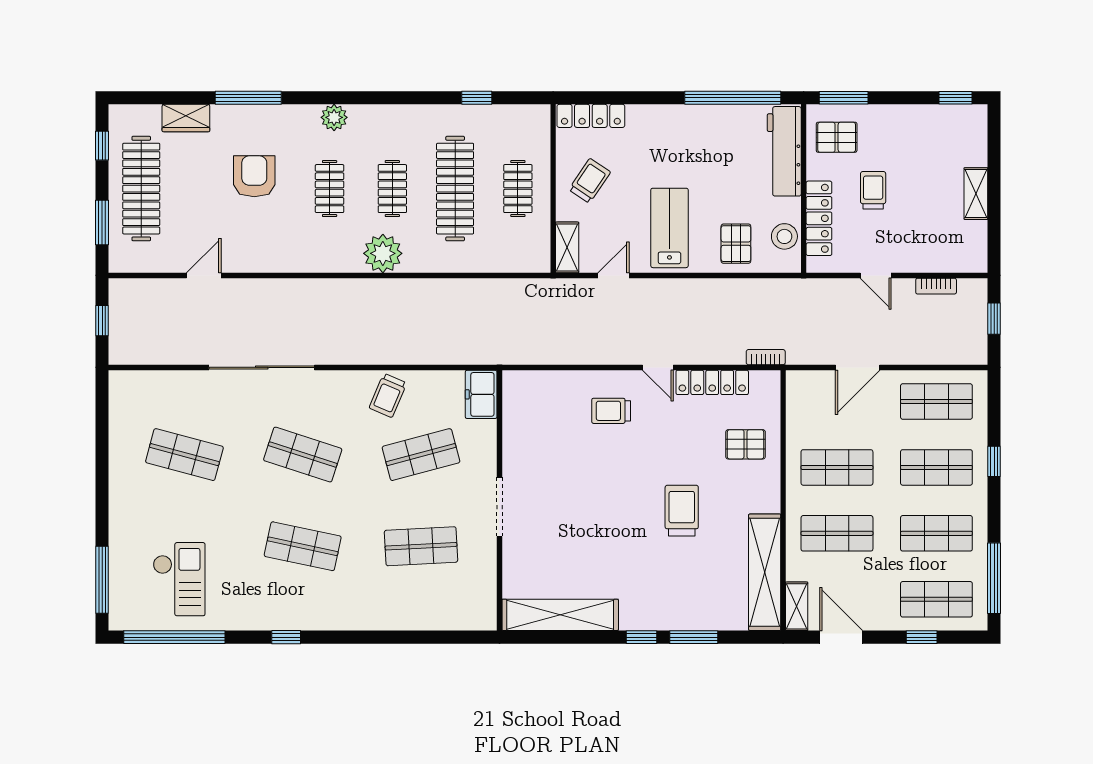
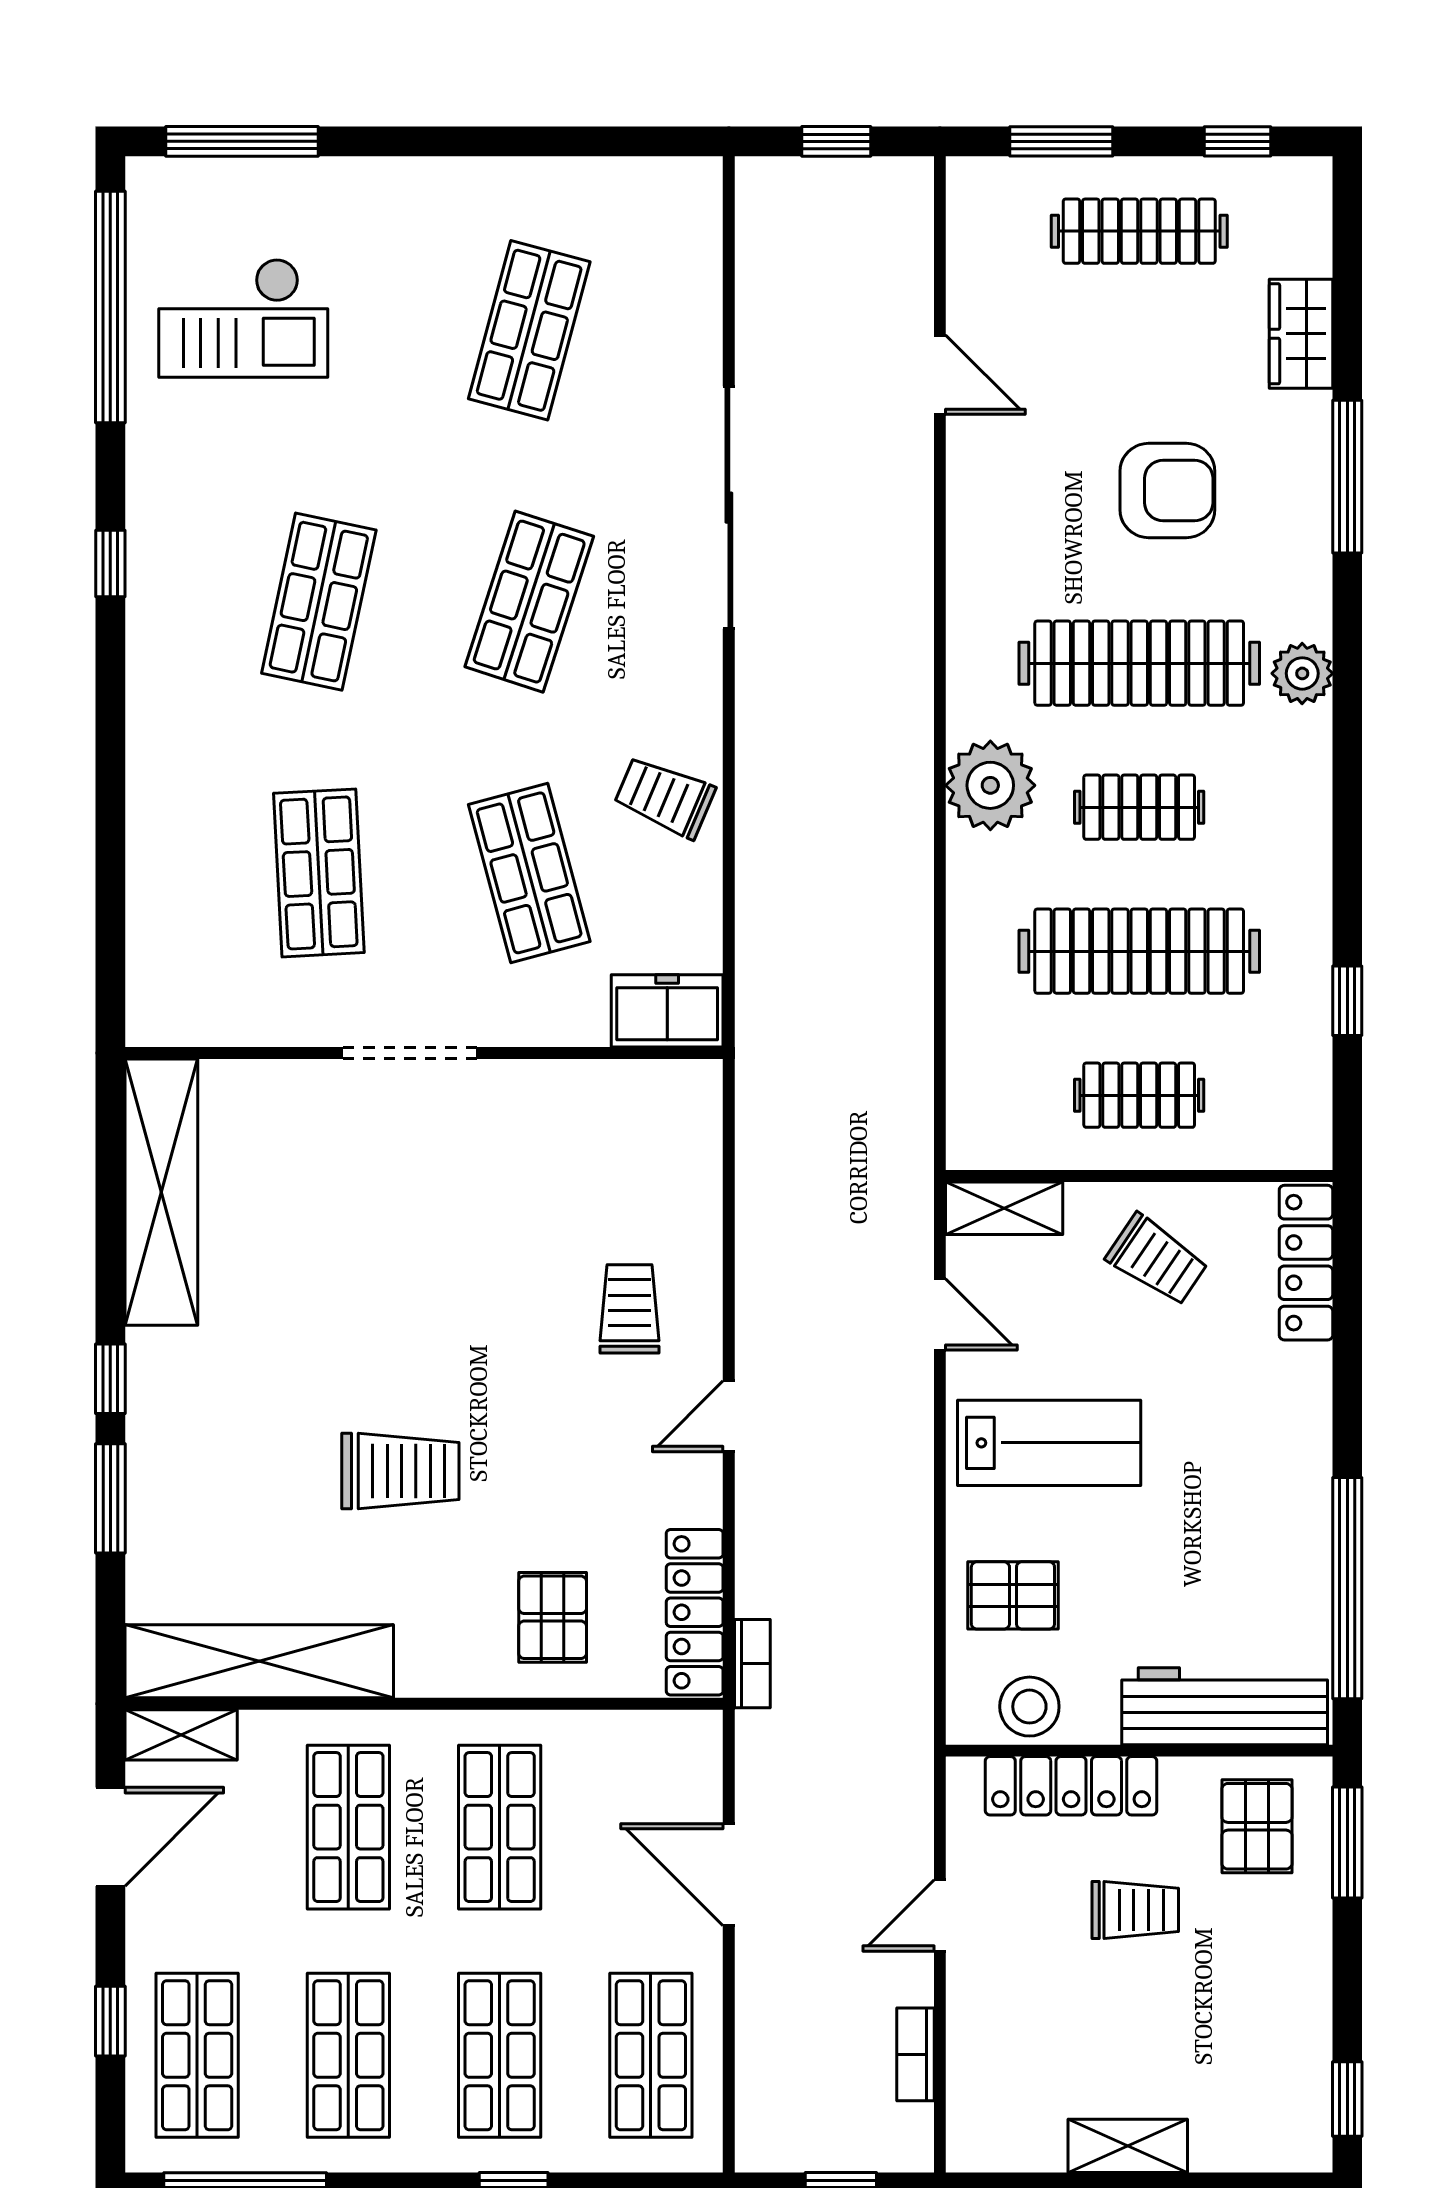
clothes rail: (141, 189) -> (1139, 231), width x0.73, depth x0.76
clothes rail: (330, 189) -> (1139, 663), width x1.86, depth x1.31
locker: (712, 382) -> (695, 1612), moved

